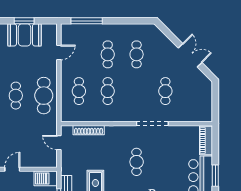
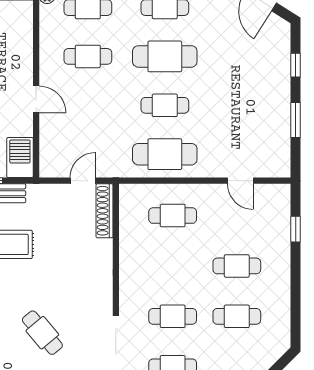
window: (87, 21) -> (296, 229), width x0.46
booth: (25, 35) -> (271, 121), removed
cafe table: (108, 91) -> (173, 316), moved
shoe rack: (89, 130) -> (105, 211), moved
cafe table: (137, 162) -> (42, 333), moved, turned 50

